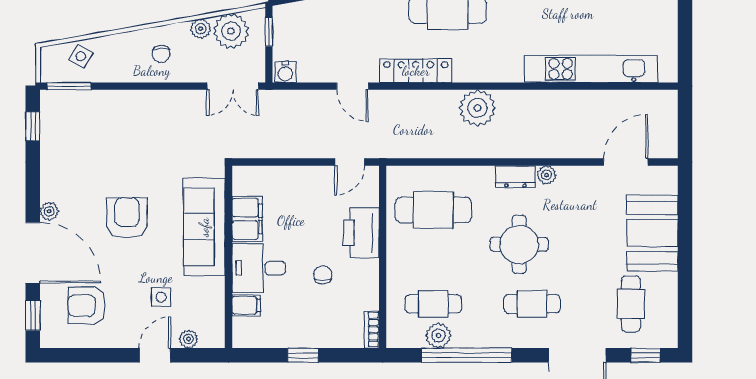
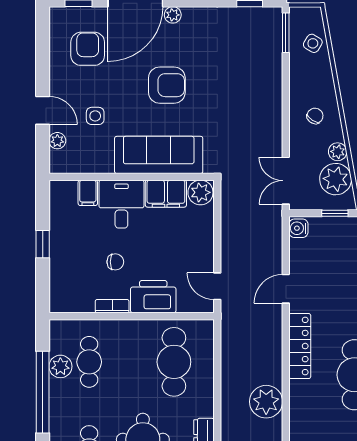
chair: (161, 54) -> (315, 116), turned 123
plant: (246, 181) -> (200, 192), added
bookcase: (372, 330) -> (112, 306), moved

